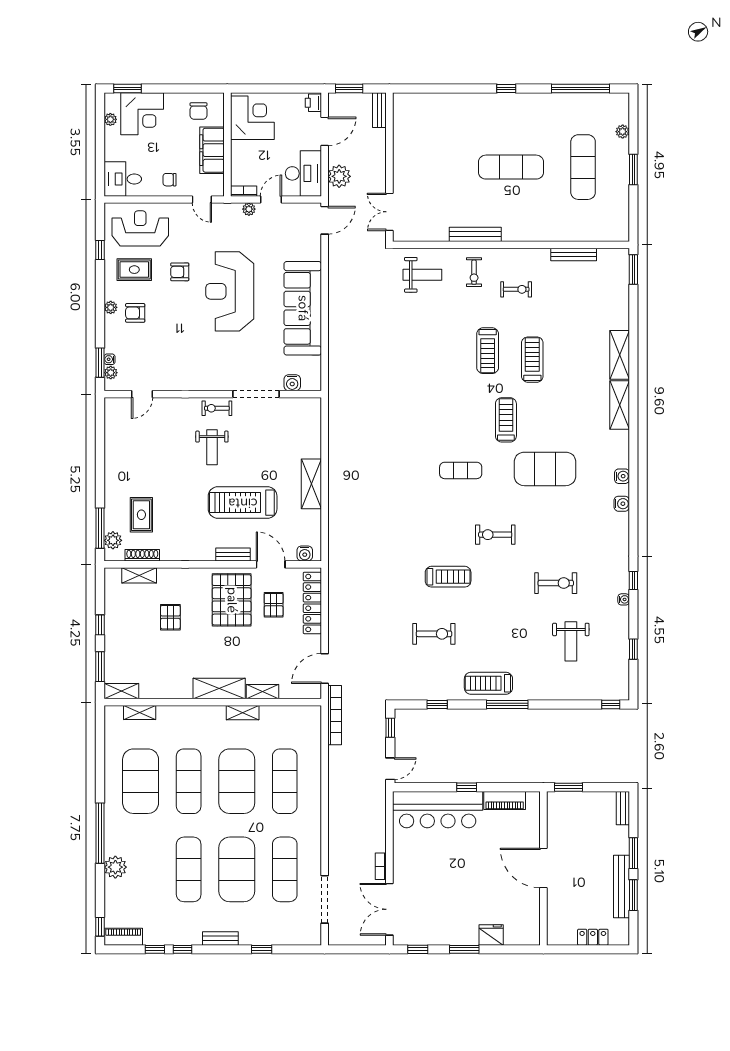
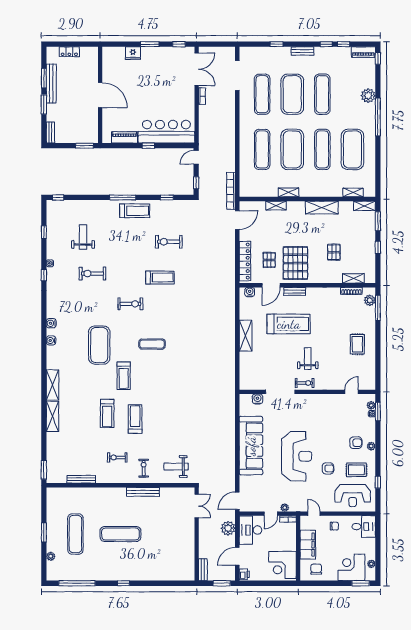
exercise mat: (545, 469) -> (99, 345), turned 90
rug: (141, 515) -> (357, 344), moved
door: (271, 564) -> (271, 285), hinge flipped
treadmill: (448, 577) -> (160, 277), turned 180
shelving: (219, 688) -> (322, 208), moved

